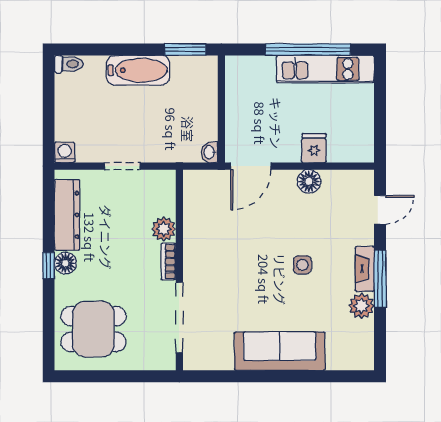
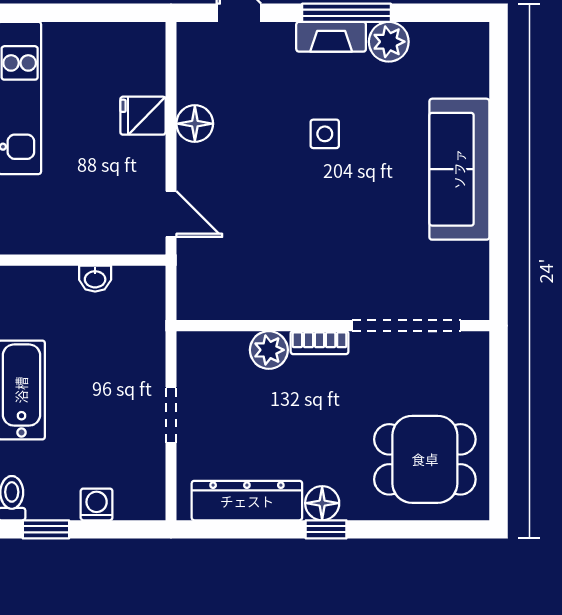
window: (49, 86) -> (46, 529), added
washing machine: (65, 152) -> (97, 504), moved, turned 90
washbasin: (210, 152) -> (95, 279), moved
door: (251, 166) -> (171, 214), width x0.73
dining table: (94, 329) -> (425, 459), turned 90

